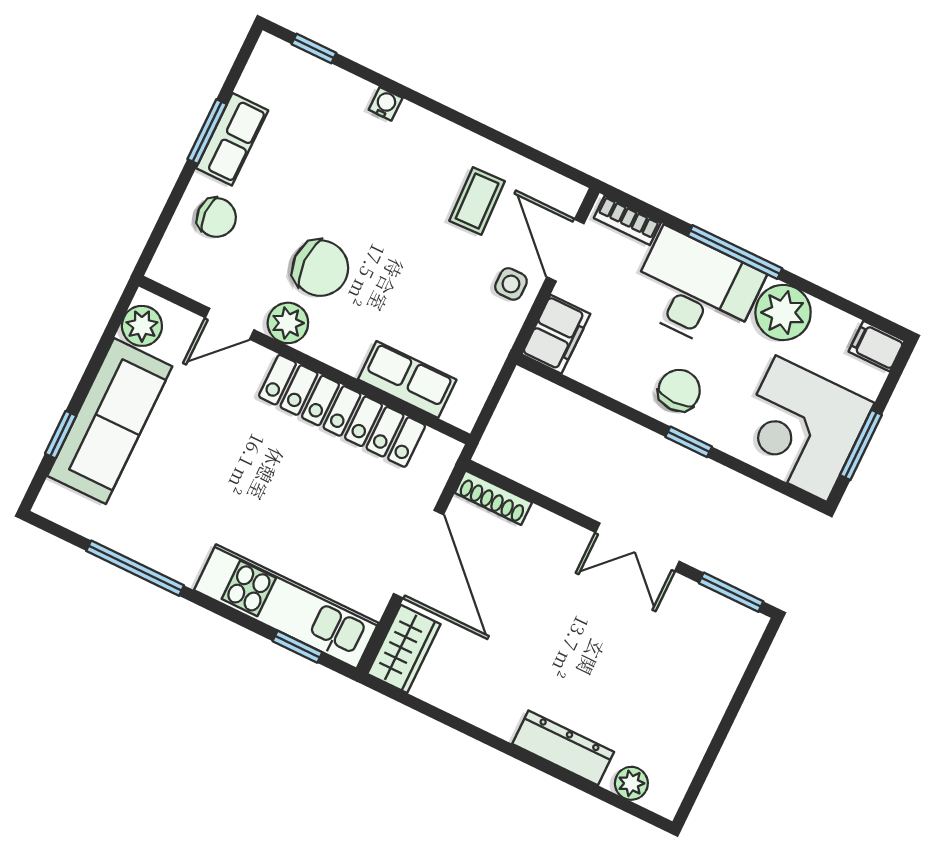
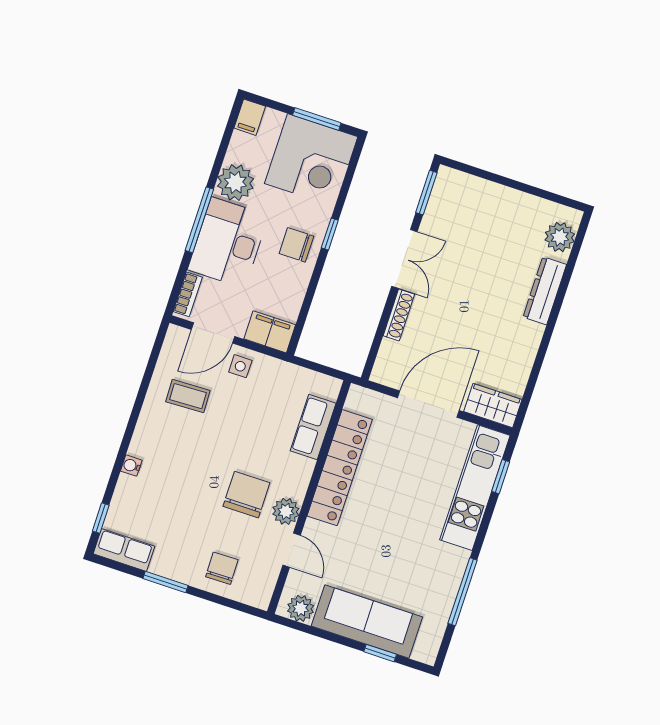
row of seats: (232, 139) -> (124, 550), moved
shoe rack: (493, 498) -> (399, 315), moved
plant: (631, 783) -> (560, 237), width x1.38, depth x1.38

